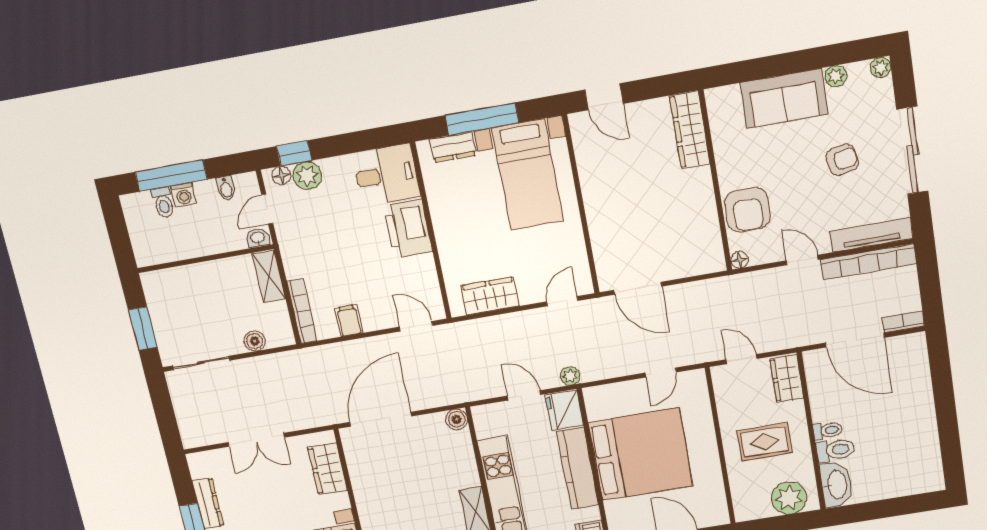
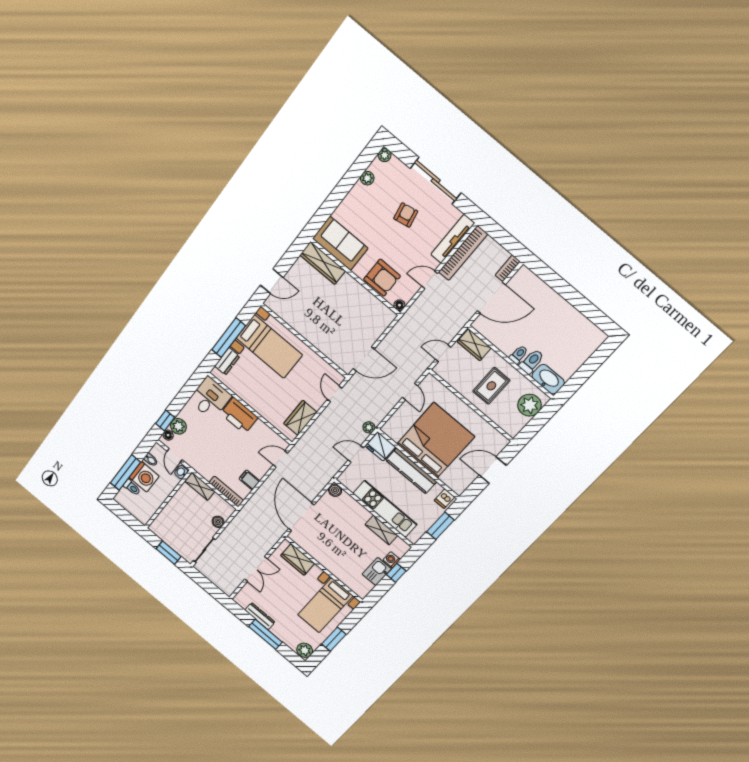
sofa: (784, 99) -> (340, 243), moved, turned -90
washing machine: (184, 195) -> (144, 477), width x1.89, depth x1.89

